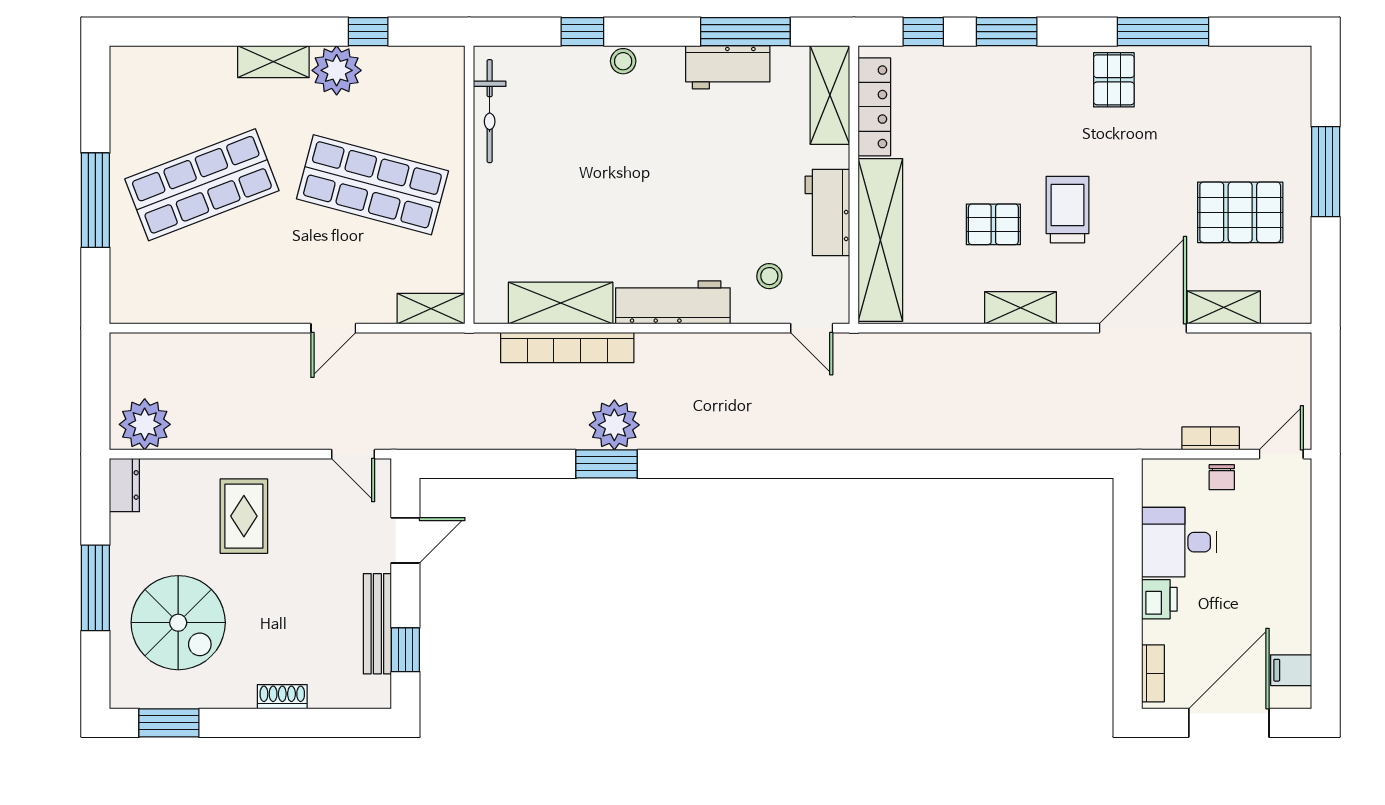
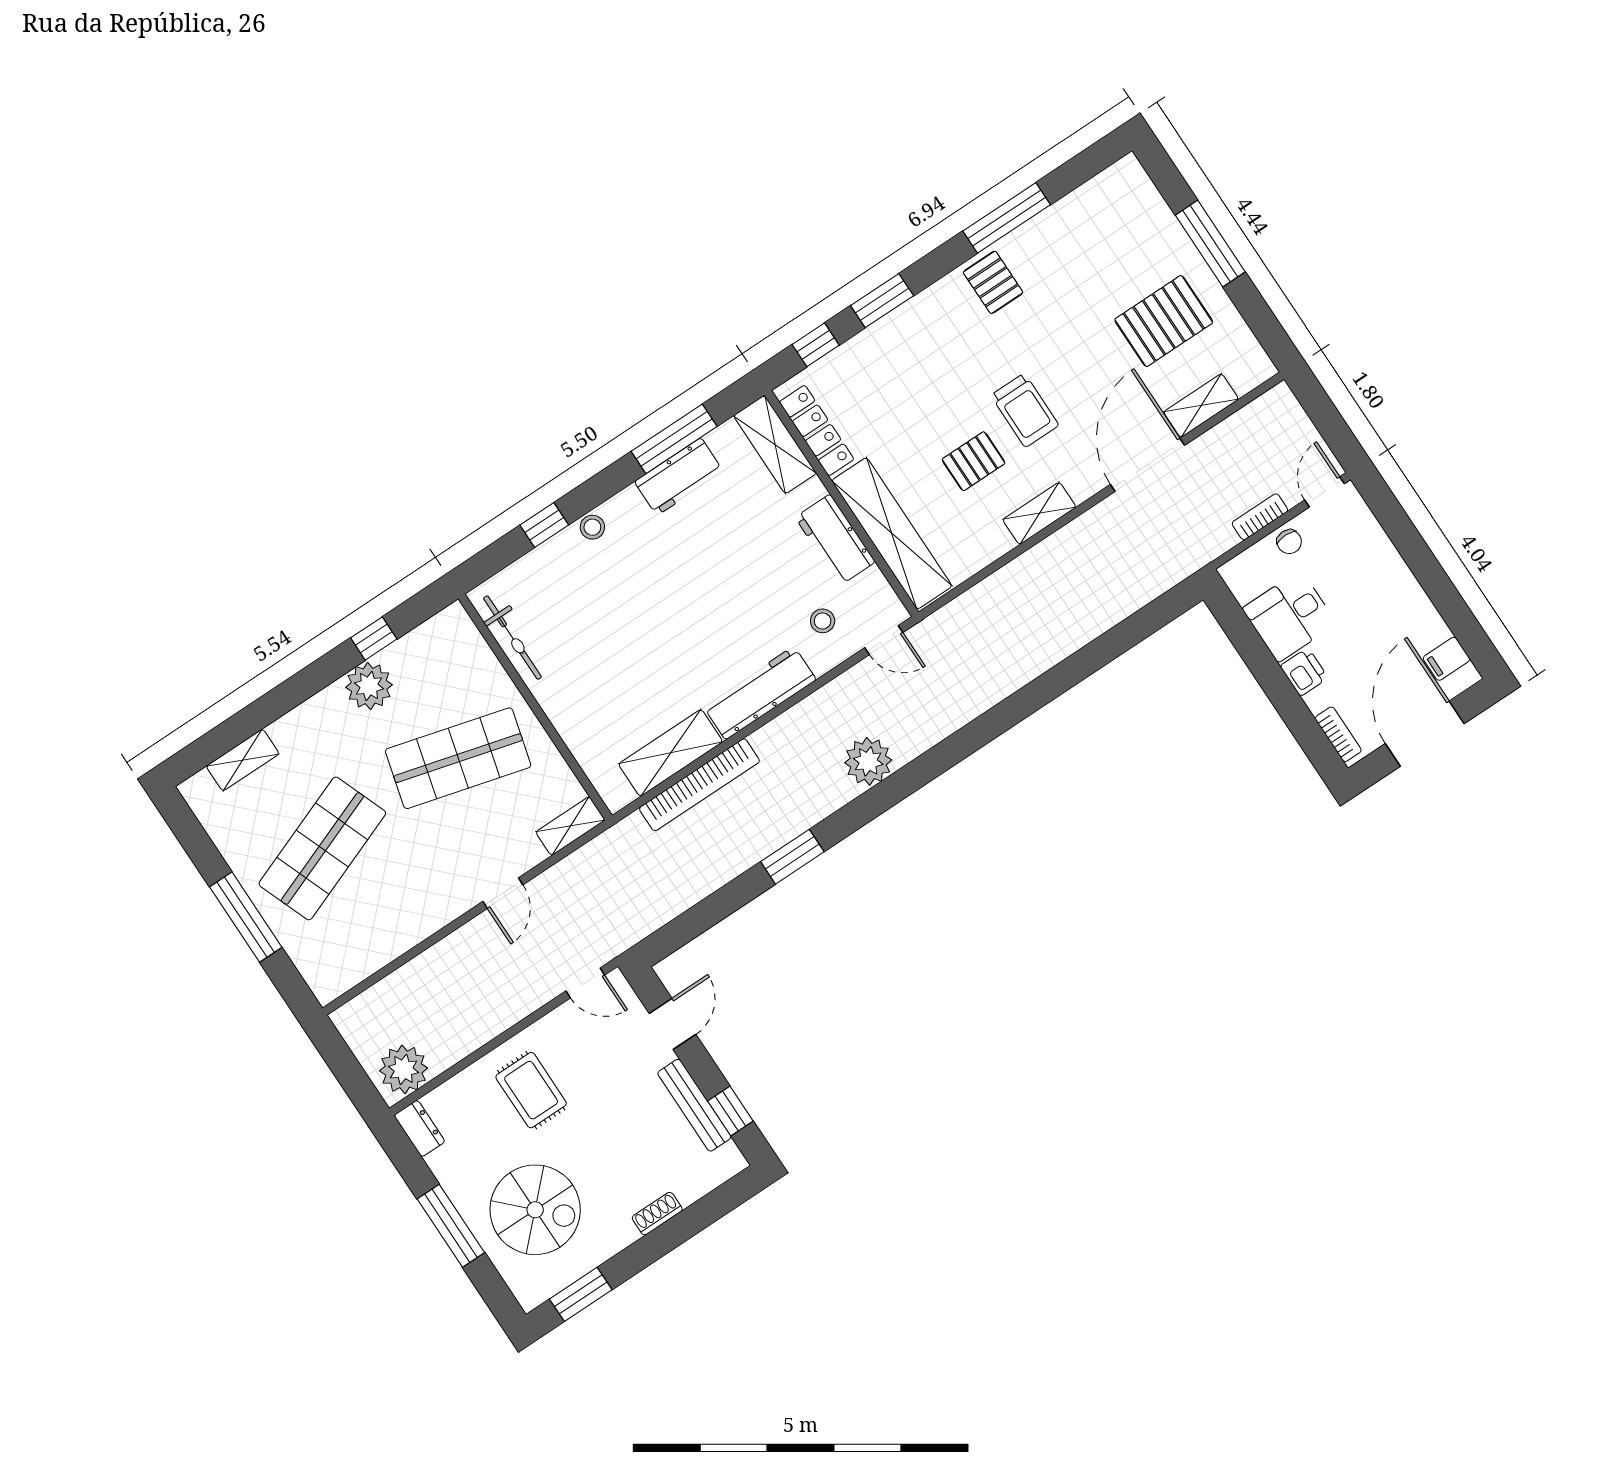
shelving: (273, 62) -> (243, 760), moved
trolley: (1067, 210) -> (1025, 410), turned 180
plant: (614, 425) -> (868, 761), moved

